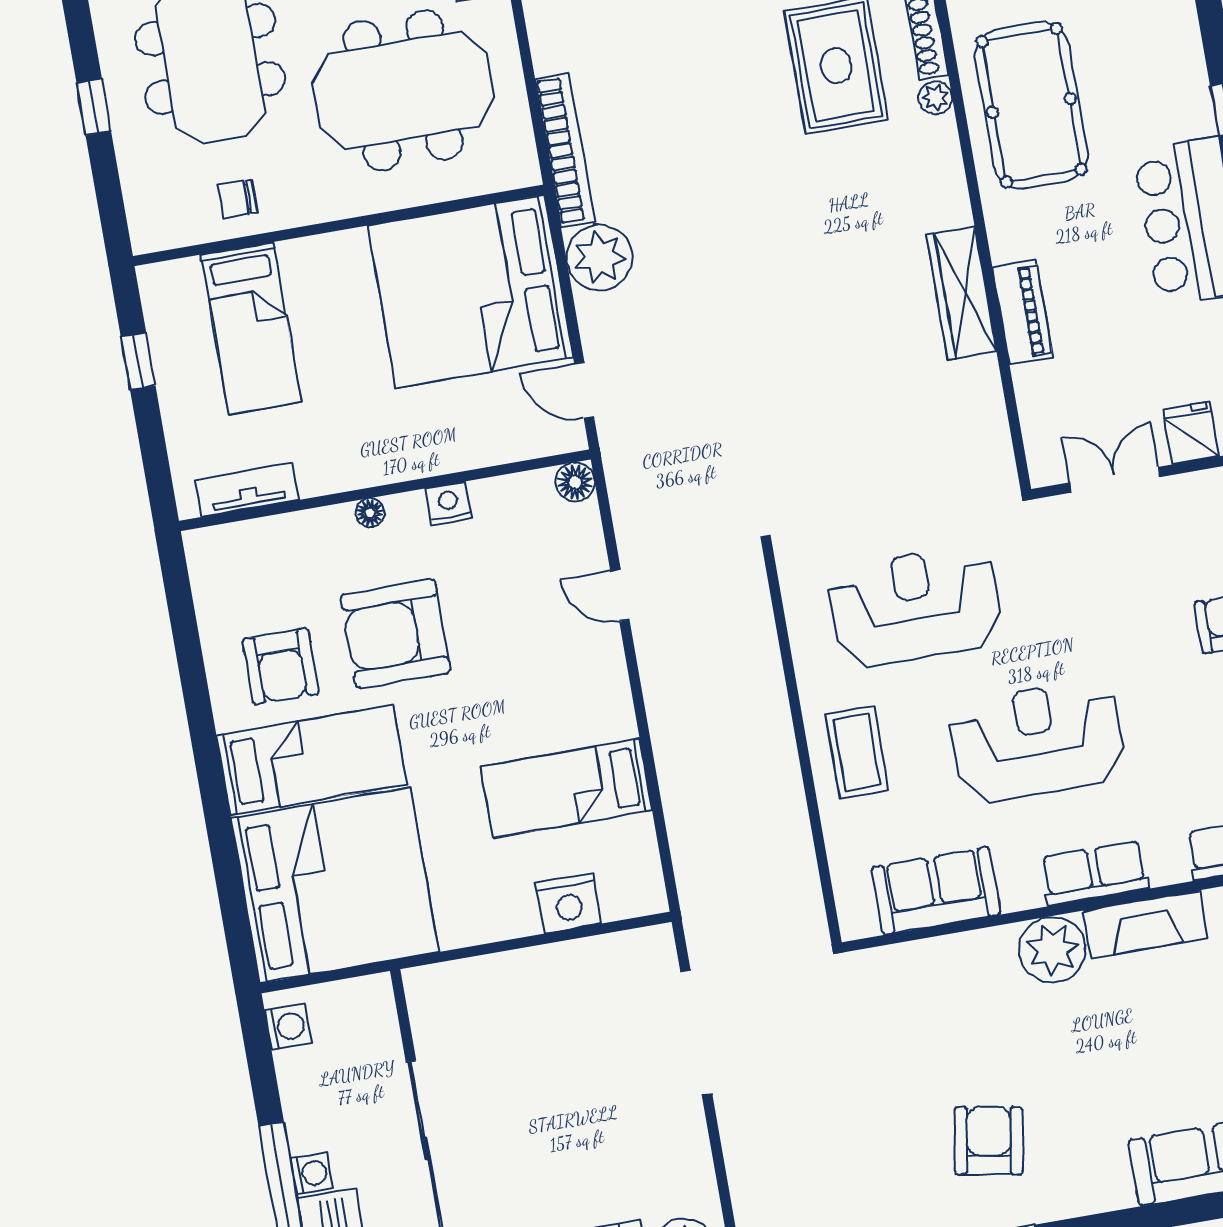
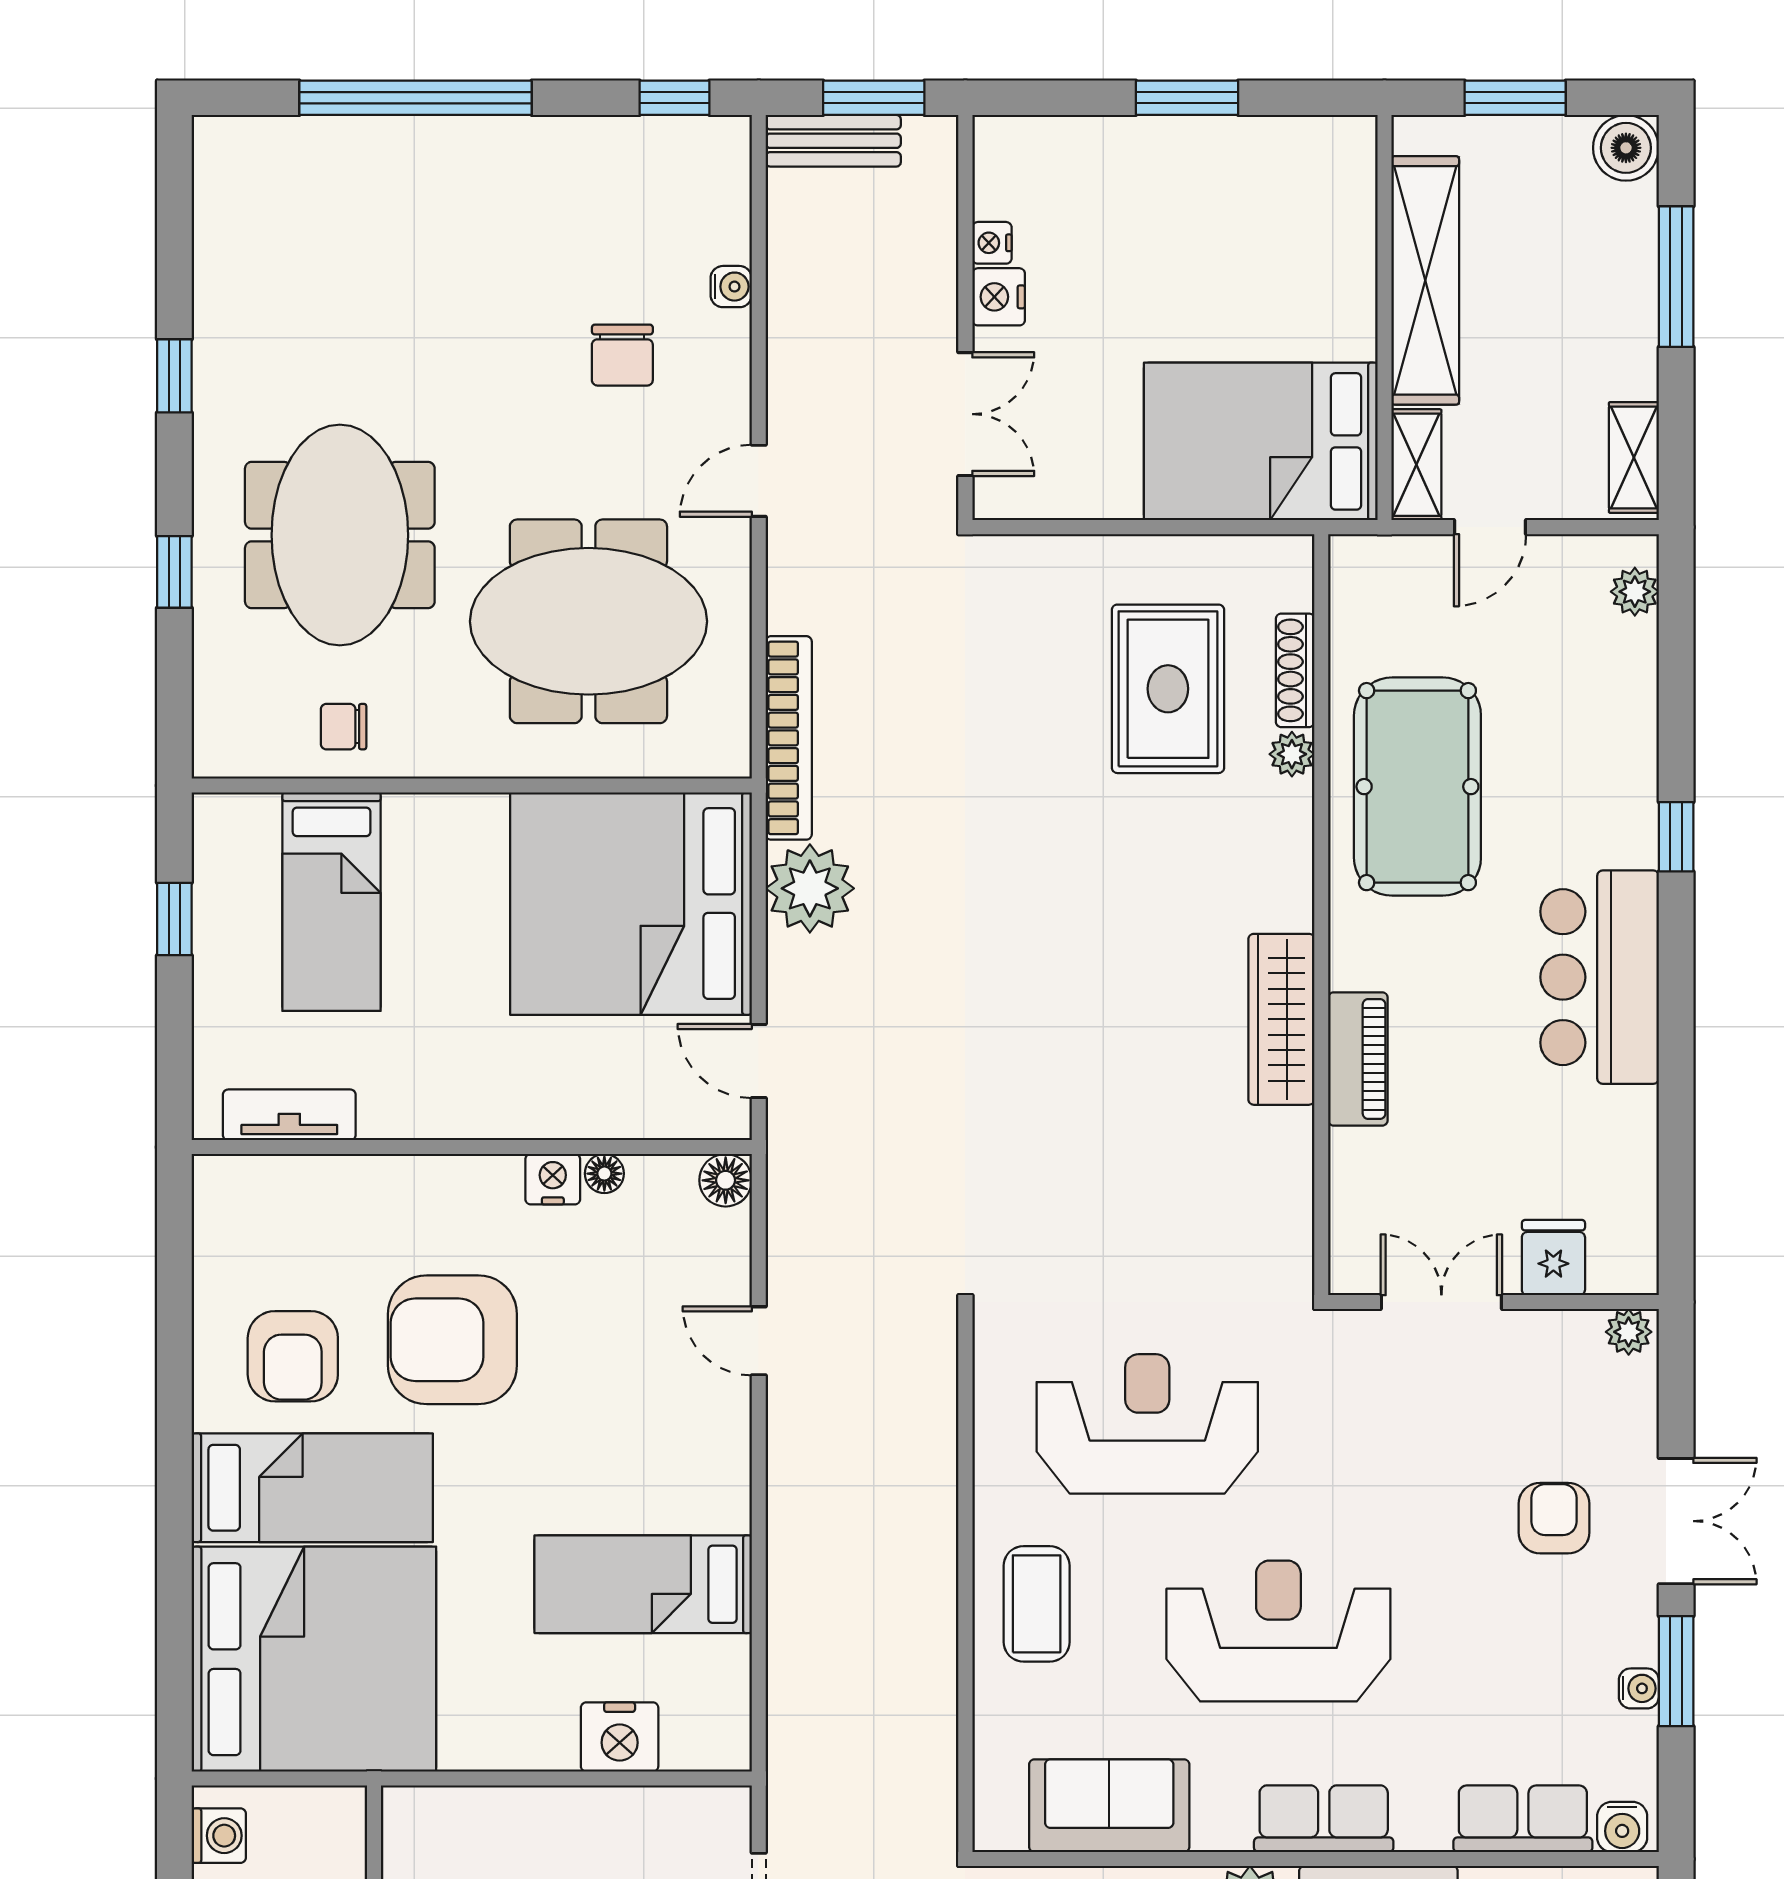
floor lamp: (370, 513) -> (604, 1174), moved

